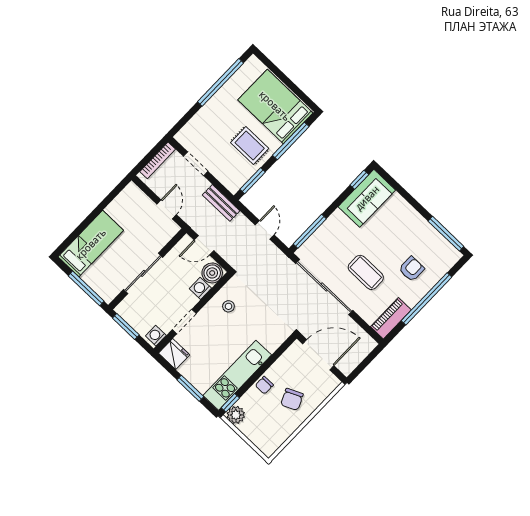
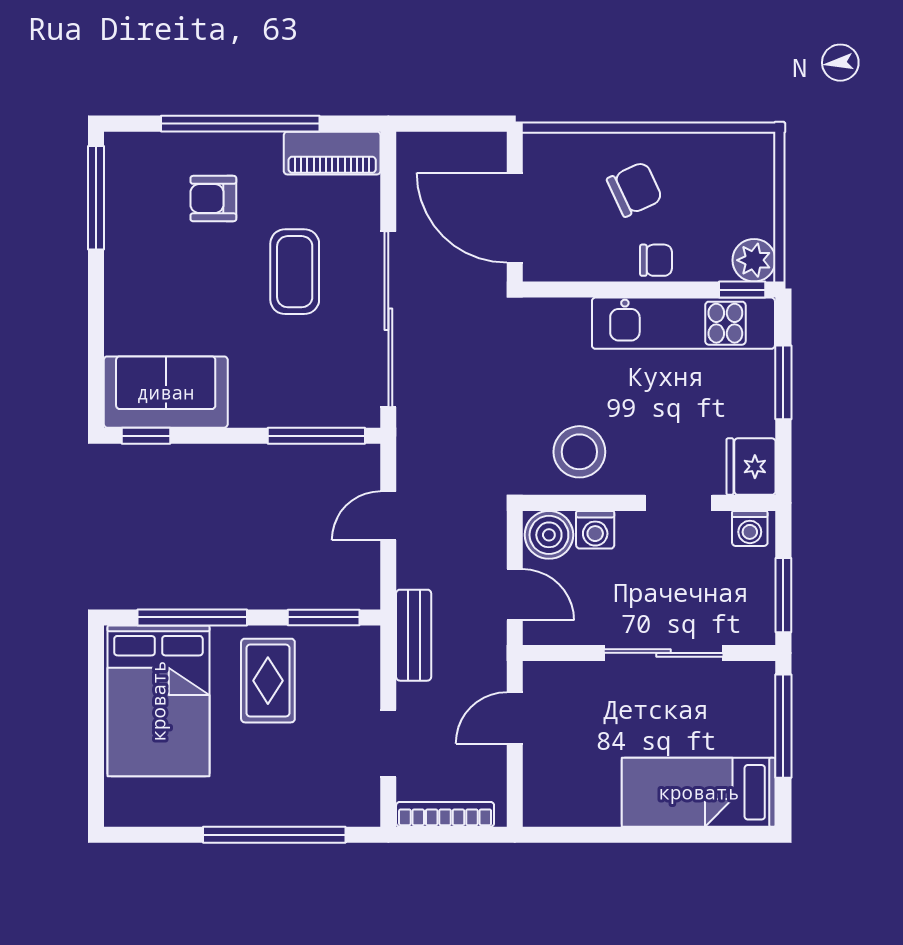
window: (221, 82) -> (274, 835), moved
stool: (228, 306) -> (579, 452), width x1.89, depth x1.89

